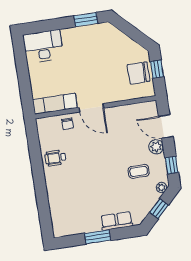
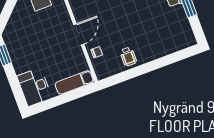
exam couch: (55, 104) -> (74, 82), moved, turned 90

